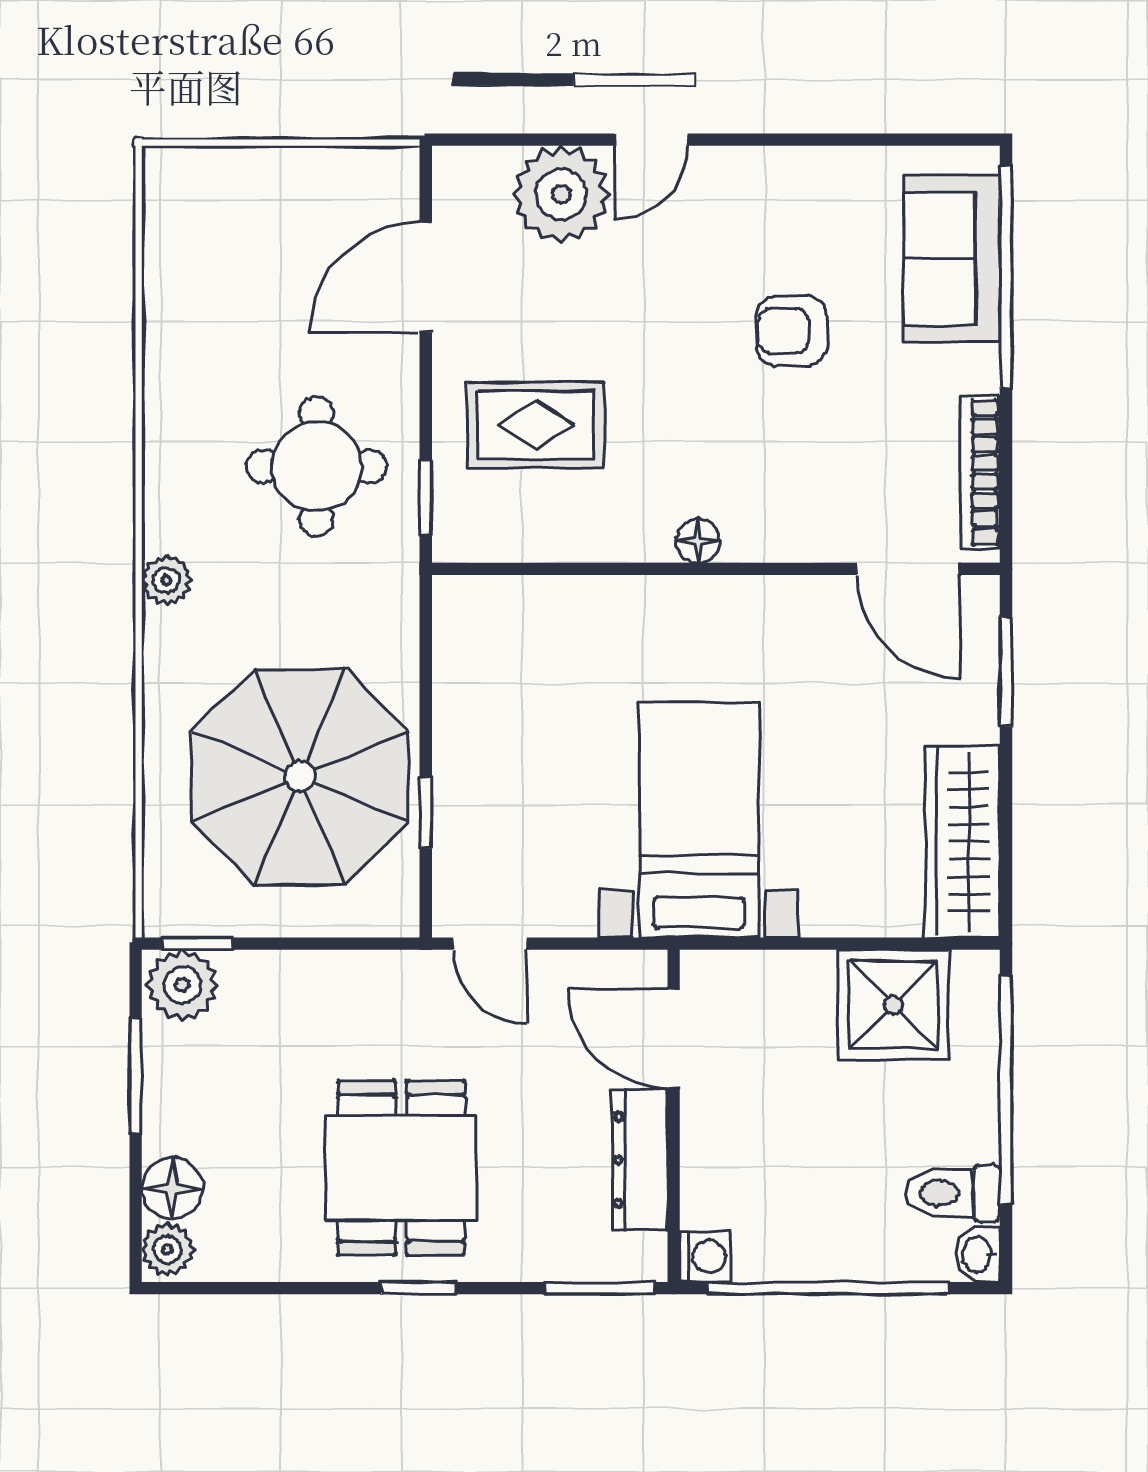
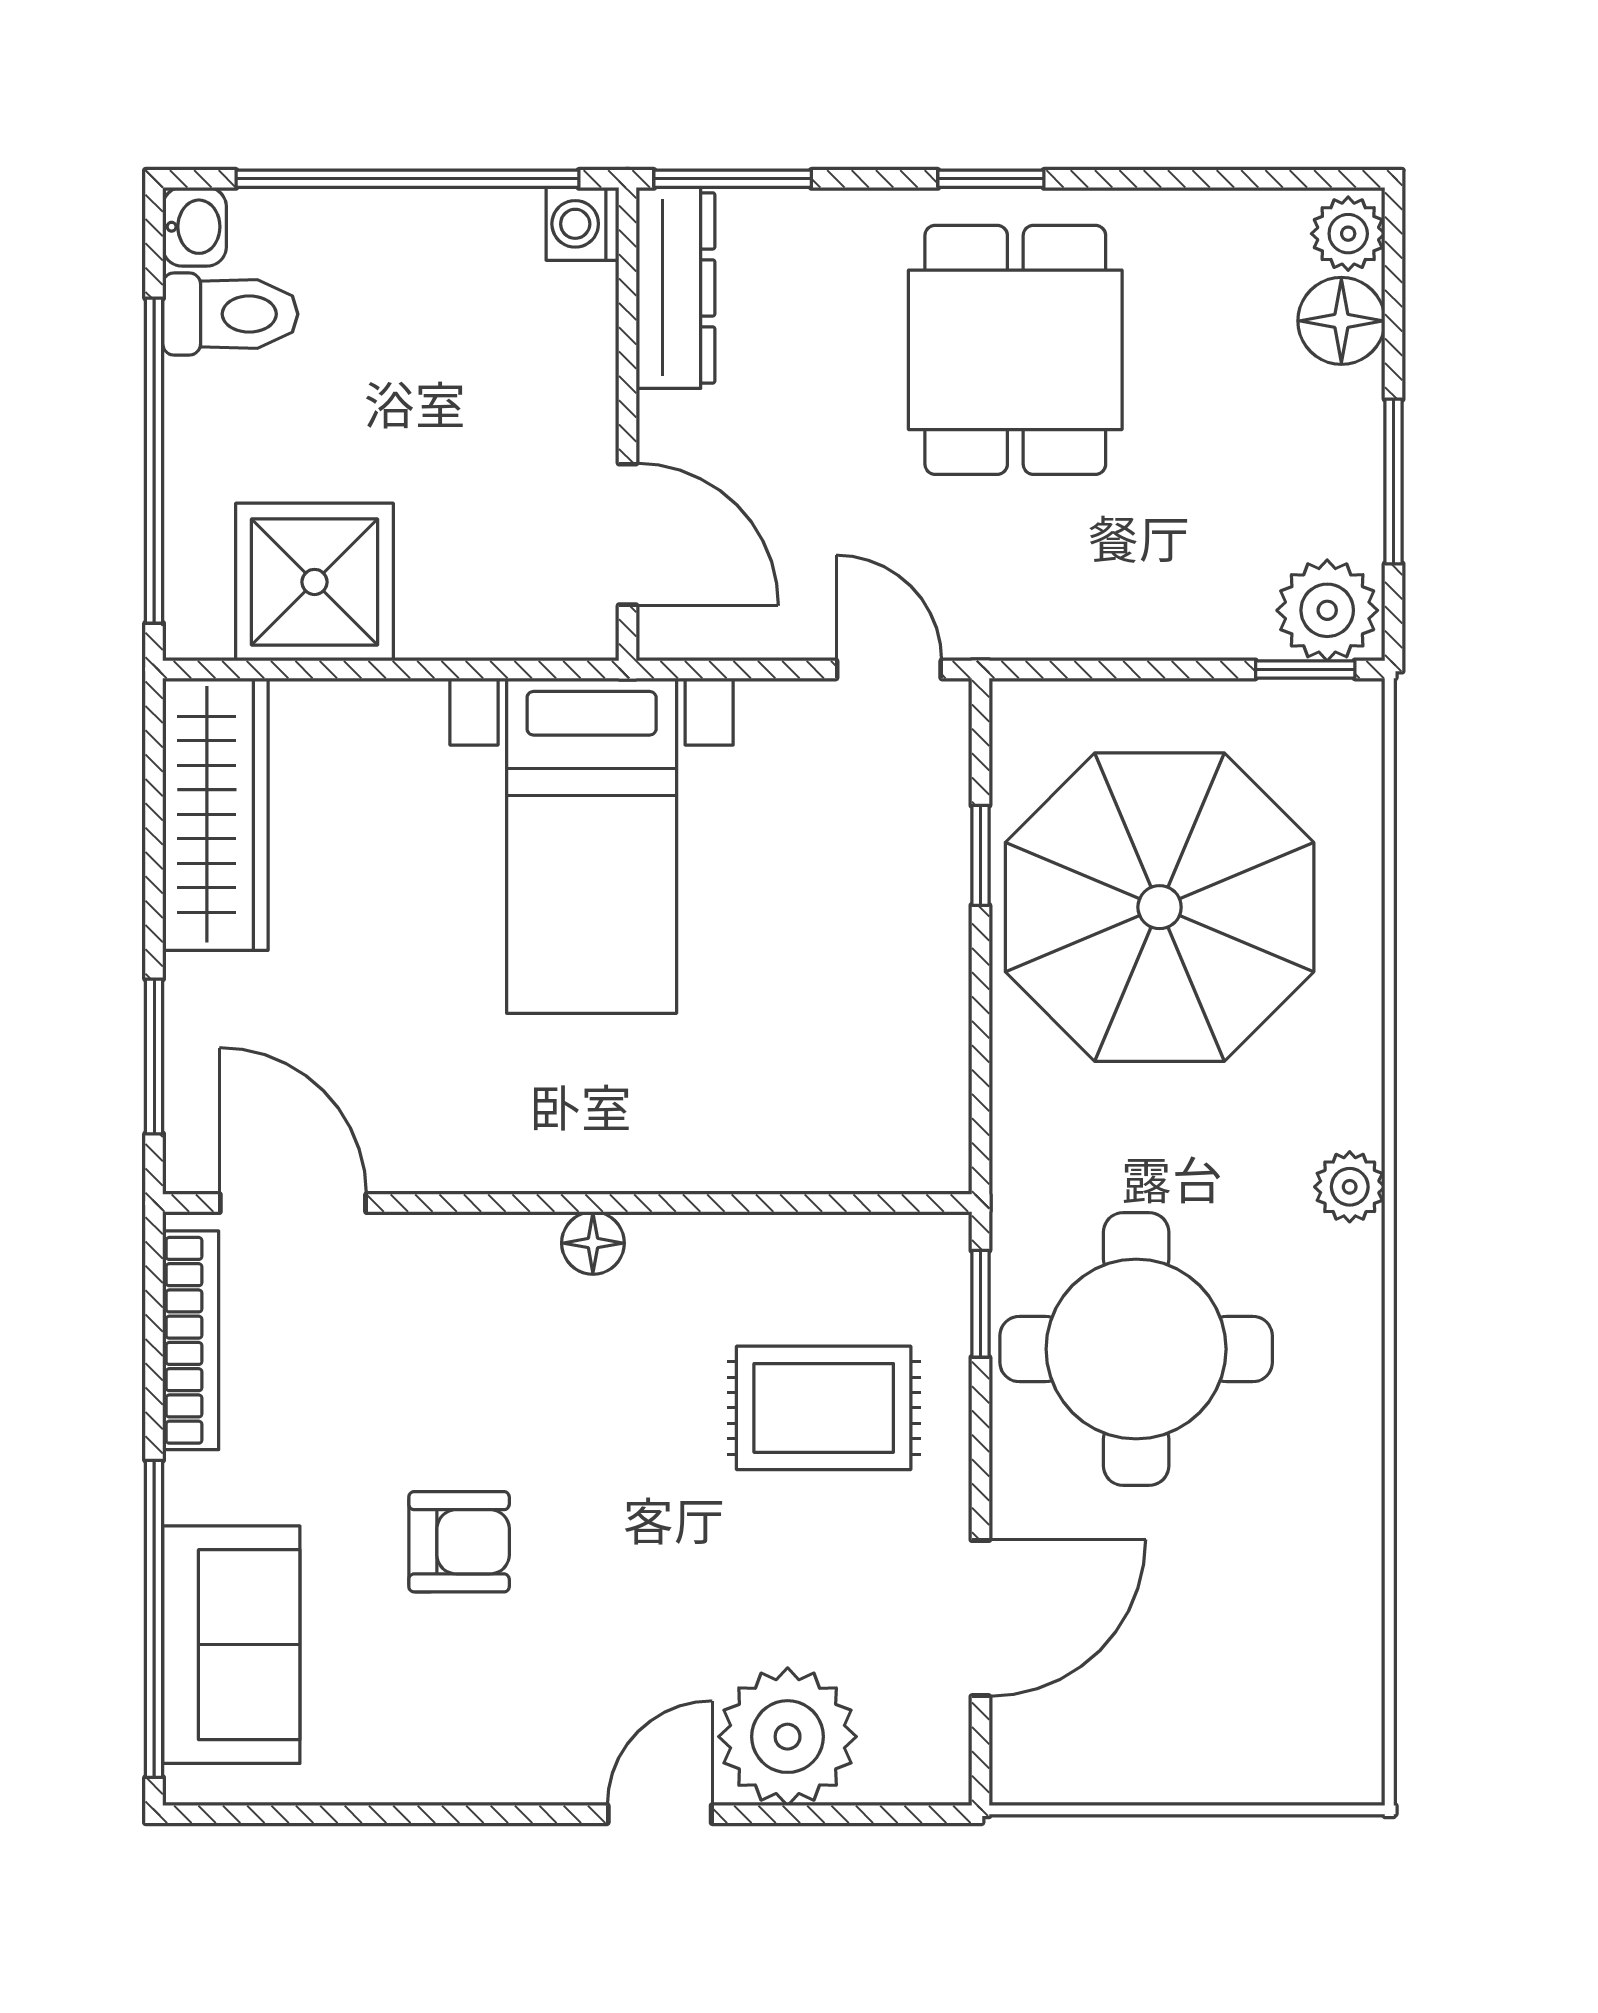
round table: (316, 466) -> (1136, 1349), width x1.36, depth x1.36
dresser: (640, 1160) -> (675, 288), moved

